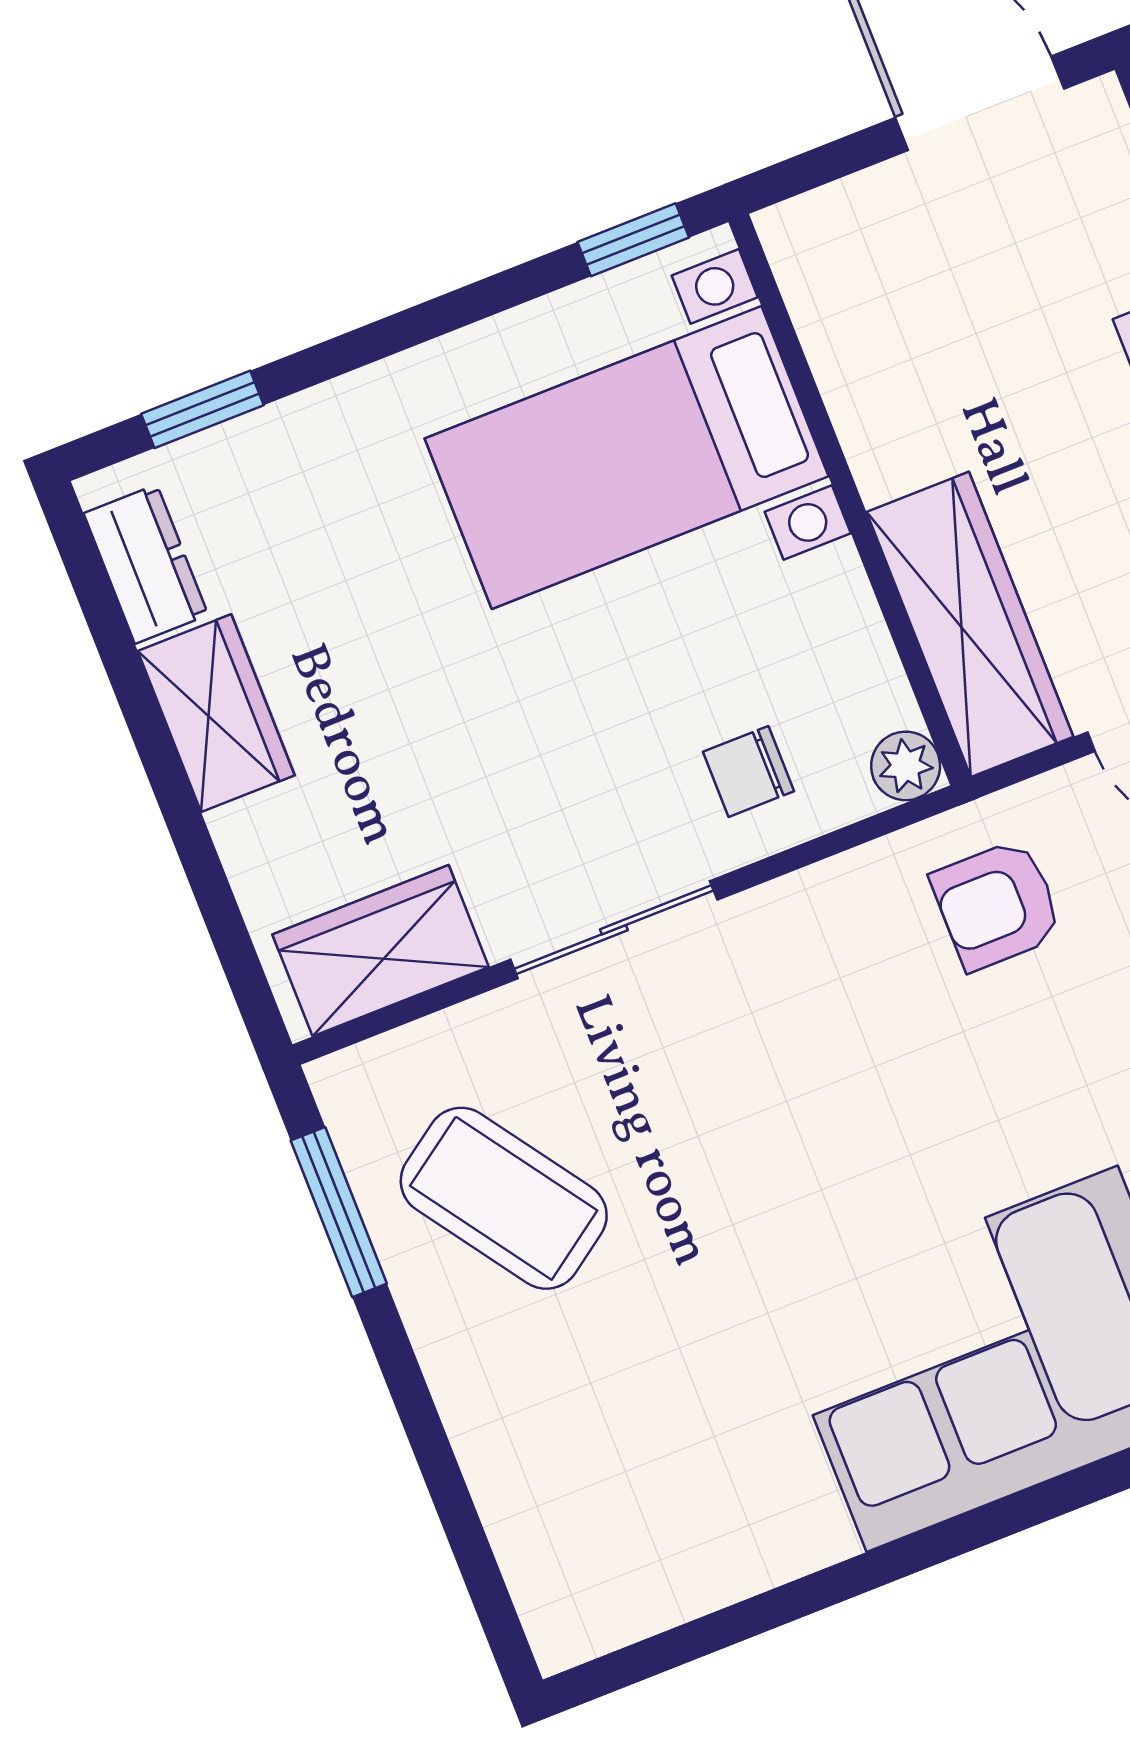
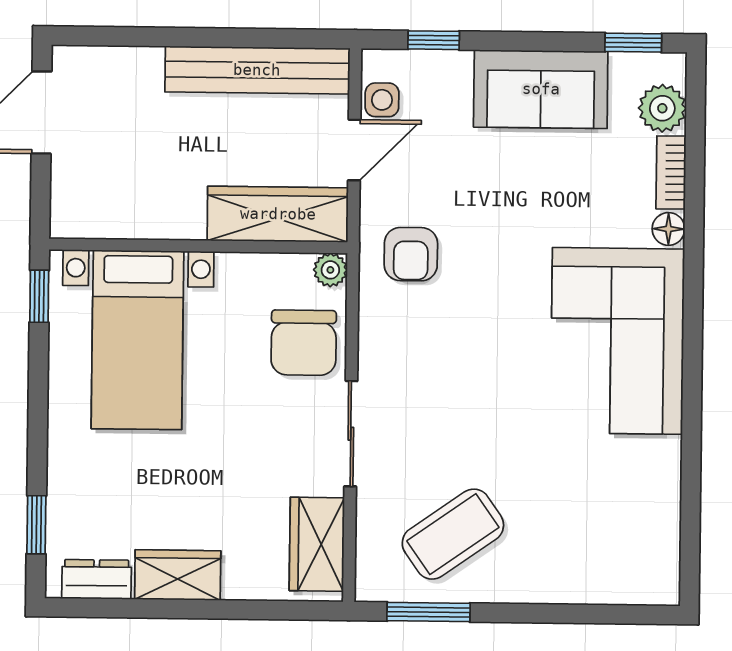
chair: (749, 771) -> (304, 343), width x1.87, depth x1.87

